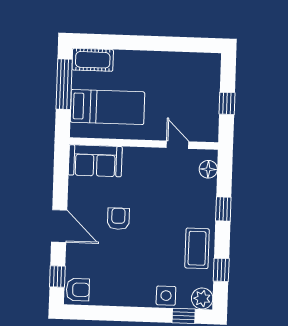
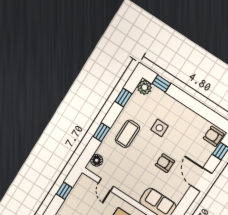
armchair: (118, 219) -> (165, 163), turned 90
coffee table: (197, 248) -> (127, 134), moved
side table: (166, 296) -> (159, 128), moved

